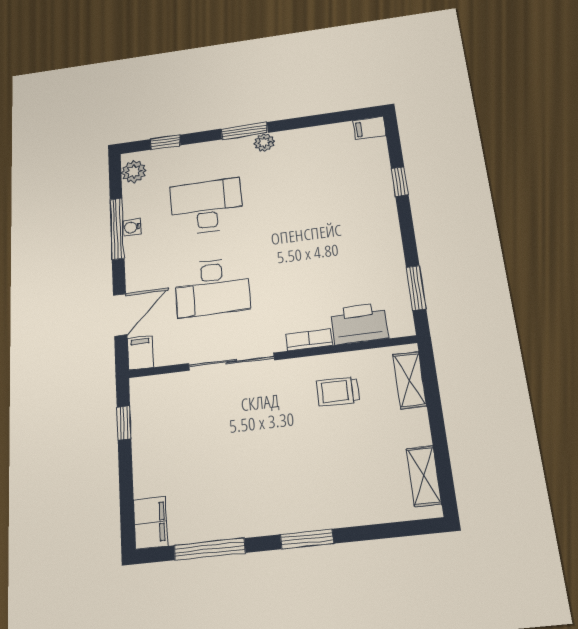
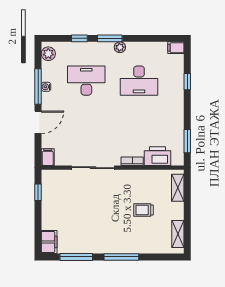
window: (165, 142) -> (79, 38), moved
desk: (212, 287) -> (139, 81), moved
door: (120, 315) -> (38, 122), moved
trolley: (338, 391) -> (144, 210), moved
window: (307, 539) -> (121, 257), width x1.44

